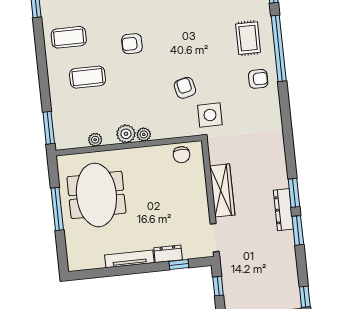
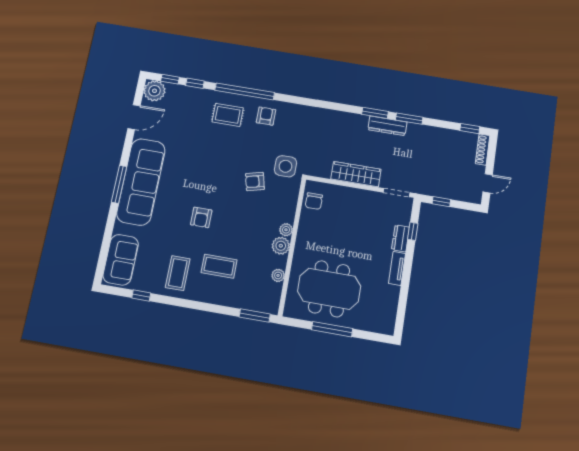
coffee table: (87, 77) -> (219, 266), turned 90
chair: (182, 155) -> (314, 201), turned 90
tv unit: (129, 259) -> (397, 268), width x0.71

